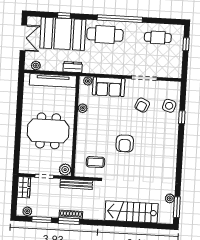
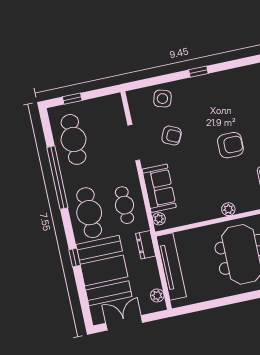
window: (64, 15) -> (75, 258), moved
window: (120, 19) -> (57, 178), moved
cafe table: (158, 37) -> (73, 139), width x1.37, depth x1.35
cafe table: (104, 60) -> (125, 205), added
plant: (83, 108) -> (228, 209), moved
window: (182, 117) -> (198, 72), moved

